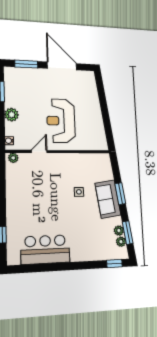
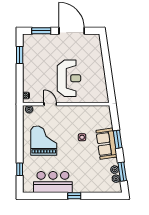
plant: (12, 115) -> (28, 74), removed
reception desk: (61, 121) -> (69, 78), turned 180
door: (39, 151) -> (50, 104), hinge flipped
grand piano: (33, 197) -> (44, 141), added
window: (114, 263) -> (74, 196), moved

